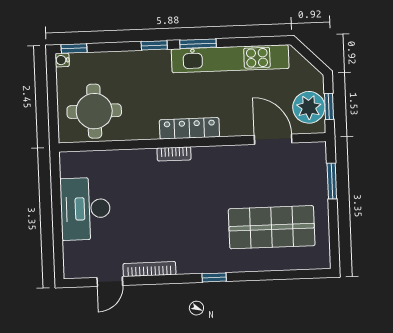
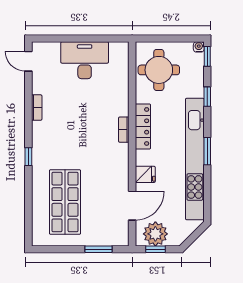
window: (154, 45) -> (207, 97), moved
kitchen unit: (230, 59) -> (195, 159), width x1.36
fridge: (231, 124) -> (145, 174), added
locker: (189, 128) -> (143, 126), moved
bookcase: (149, 269) -> (37, 108), width x0.64
door: (110, 281) -> (28, 61), moved

